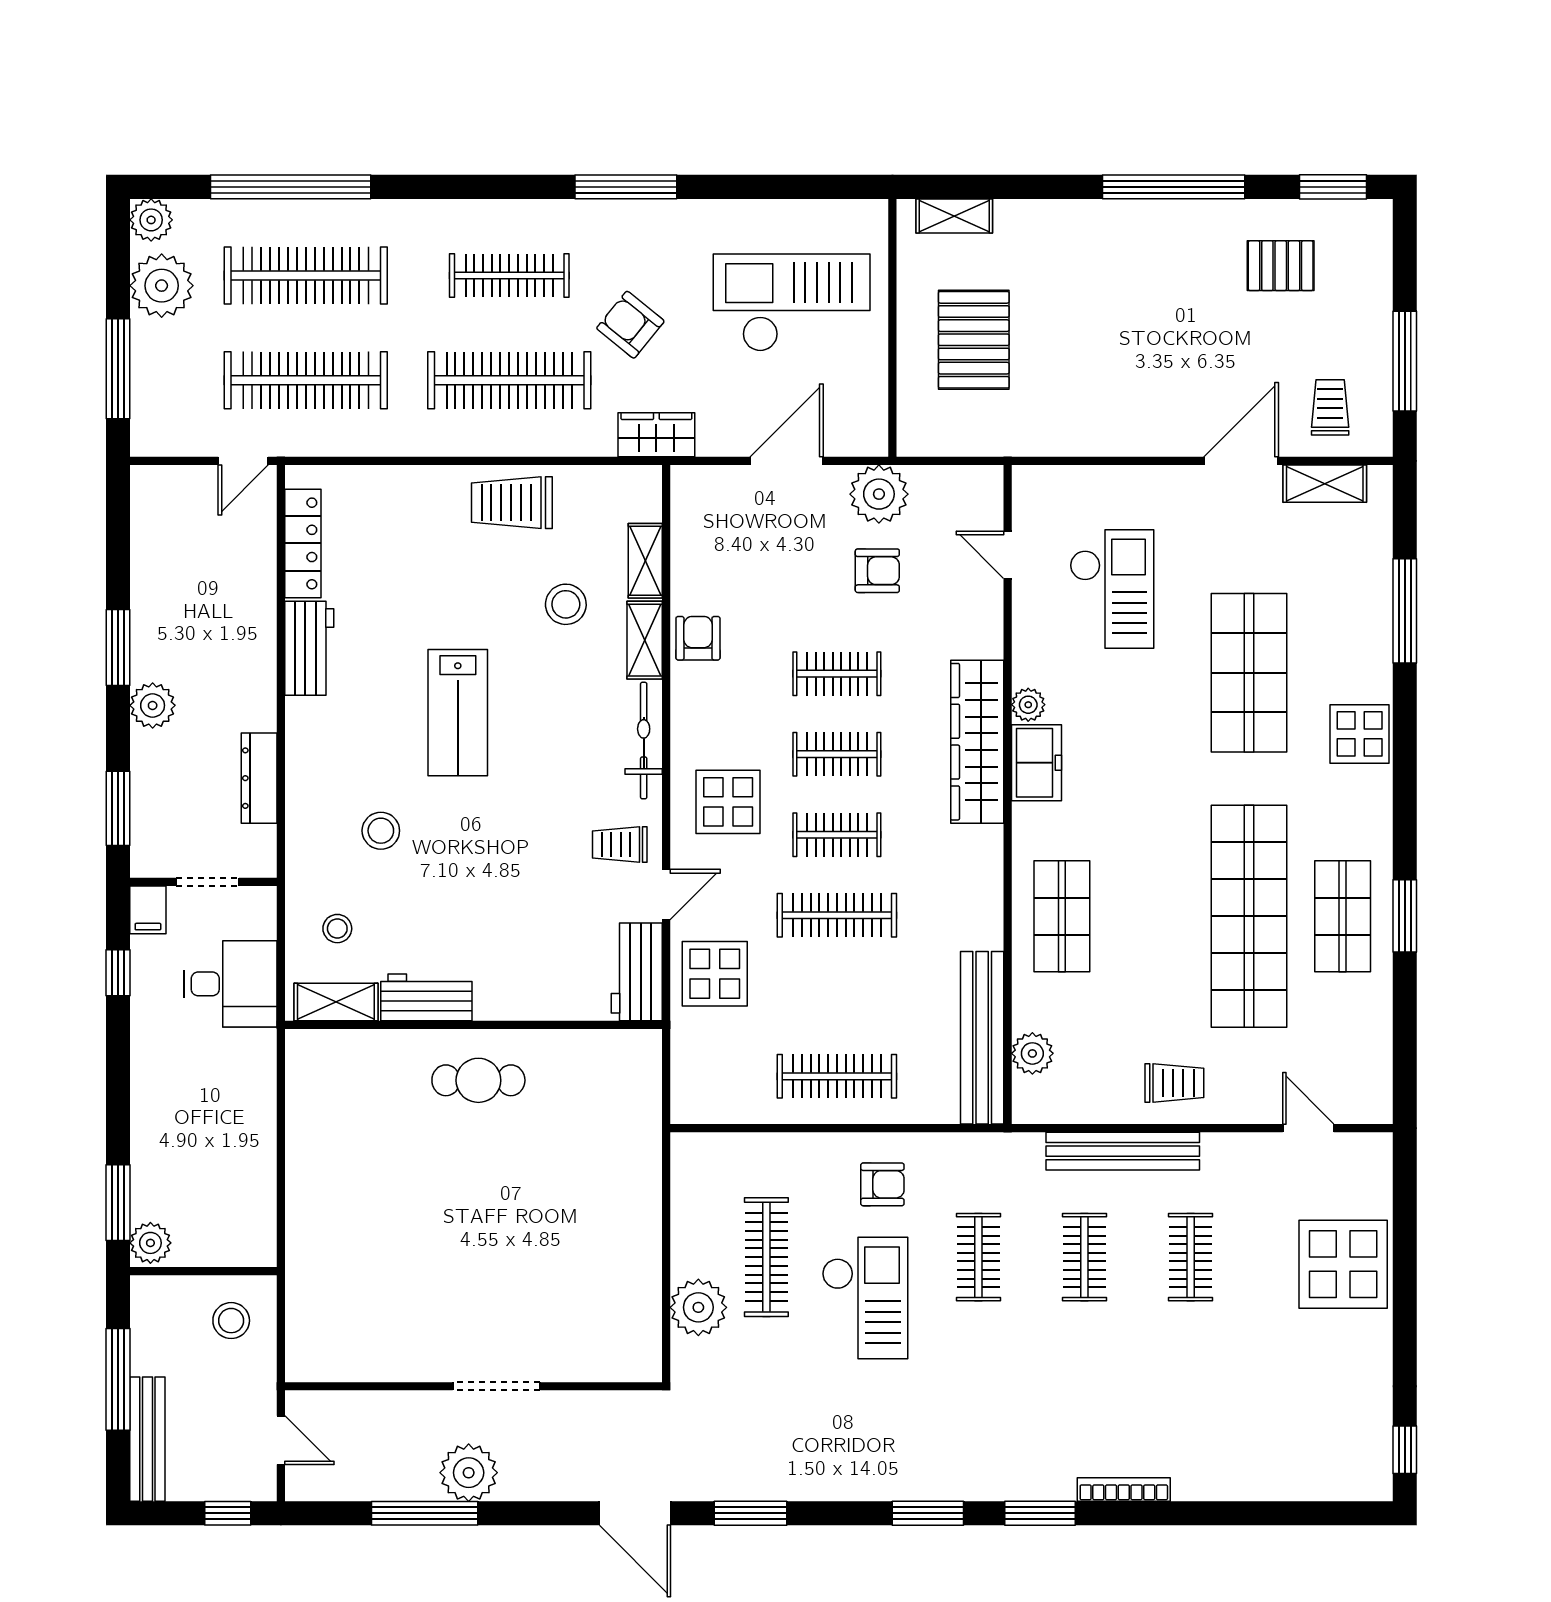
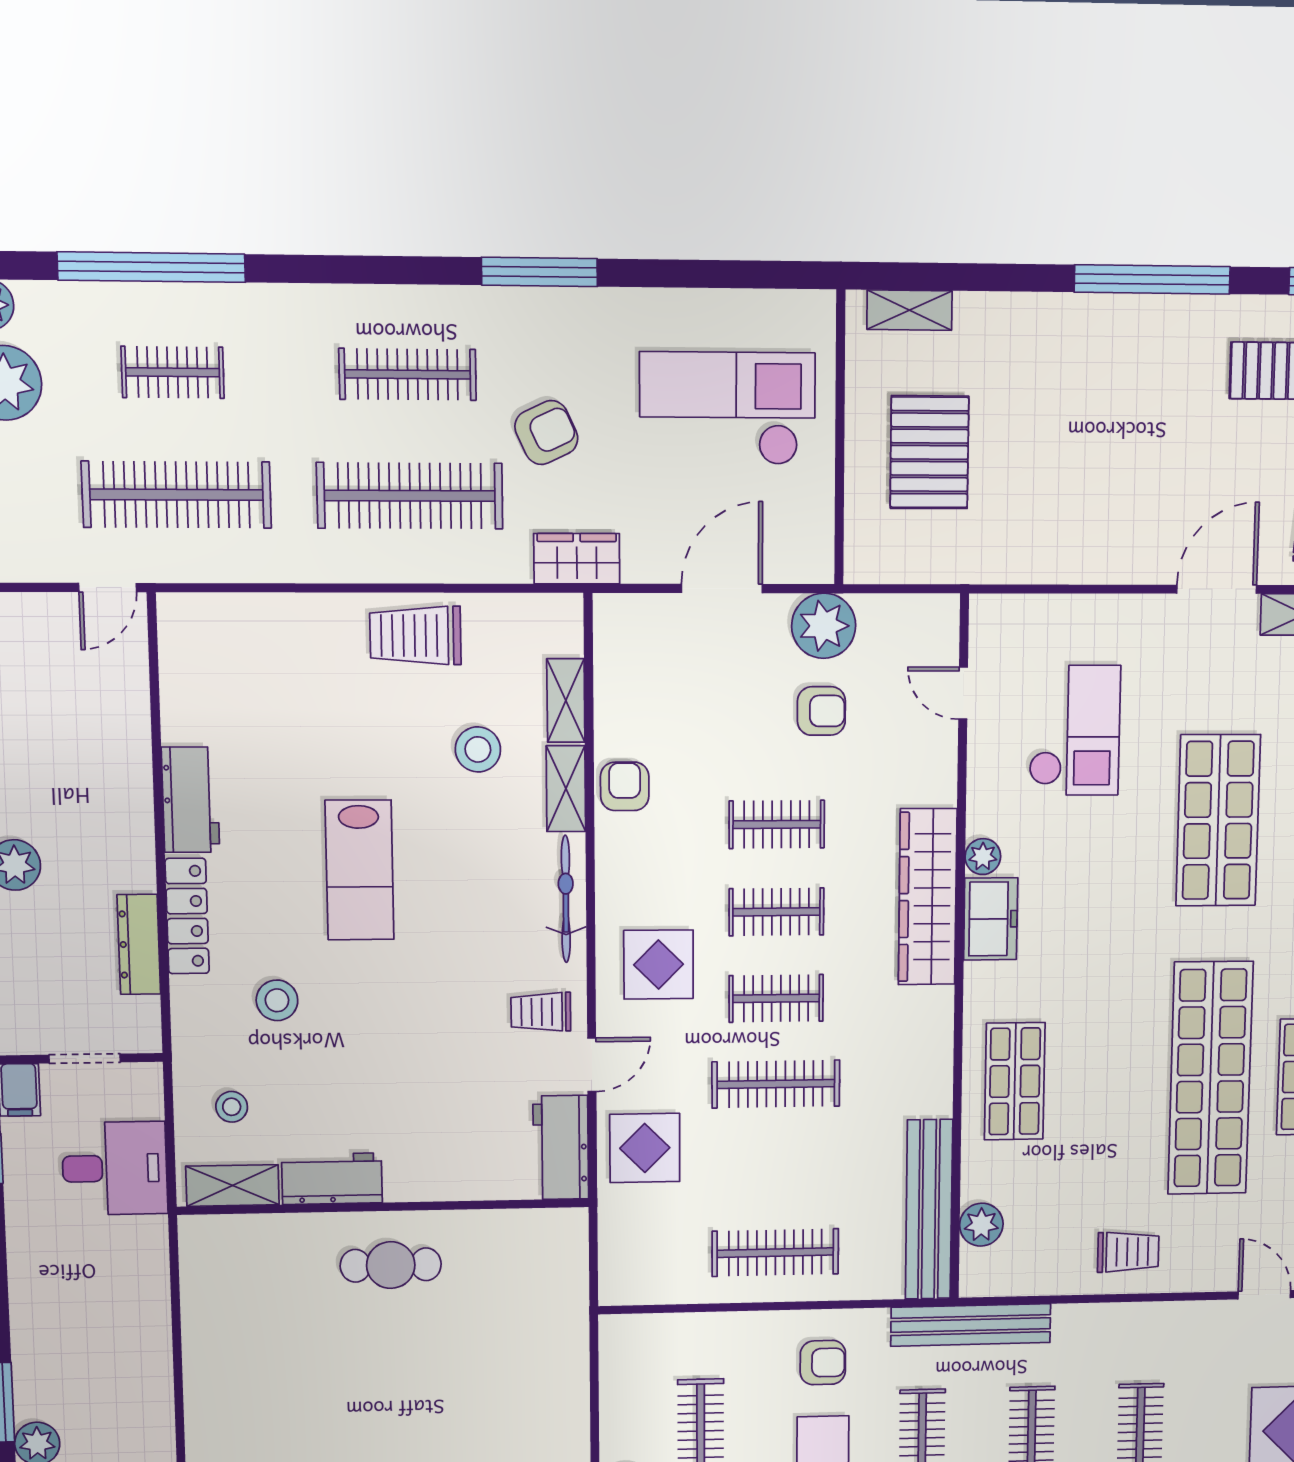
clothes rail: (306, 275) -> (173, 372), width x0.54, depth x0.76
armchair: (630, 325) -> (546, 433), turned 116
locker: (303, 543) -> (187, 916), moved
bench: (1123, 1151) -> (971, 1325), moved

